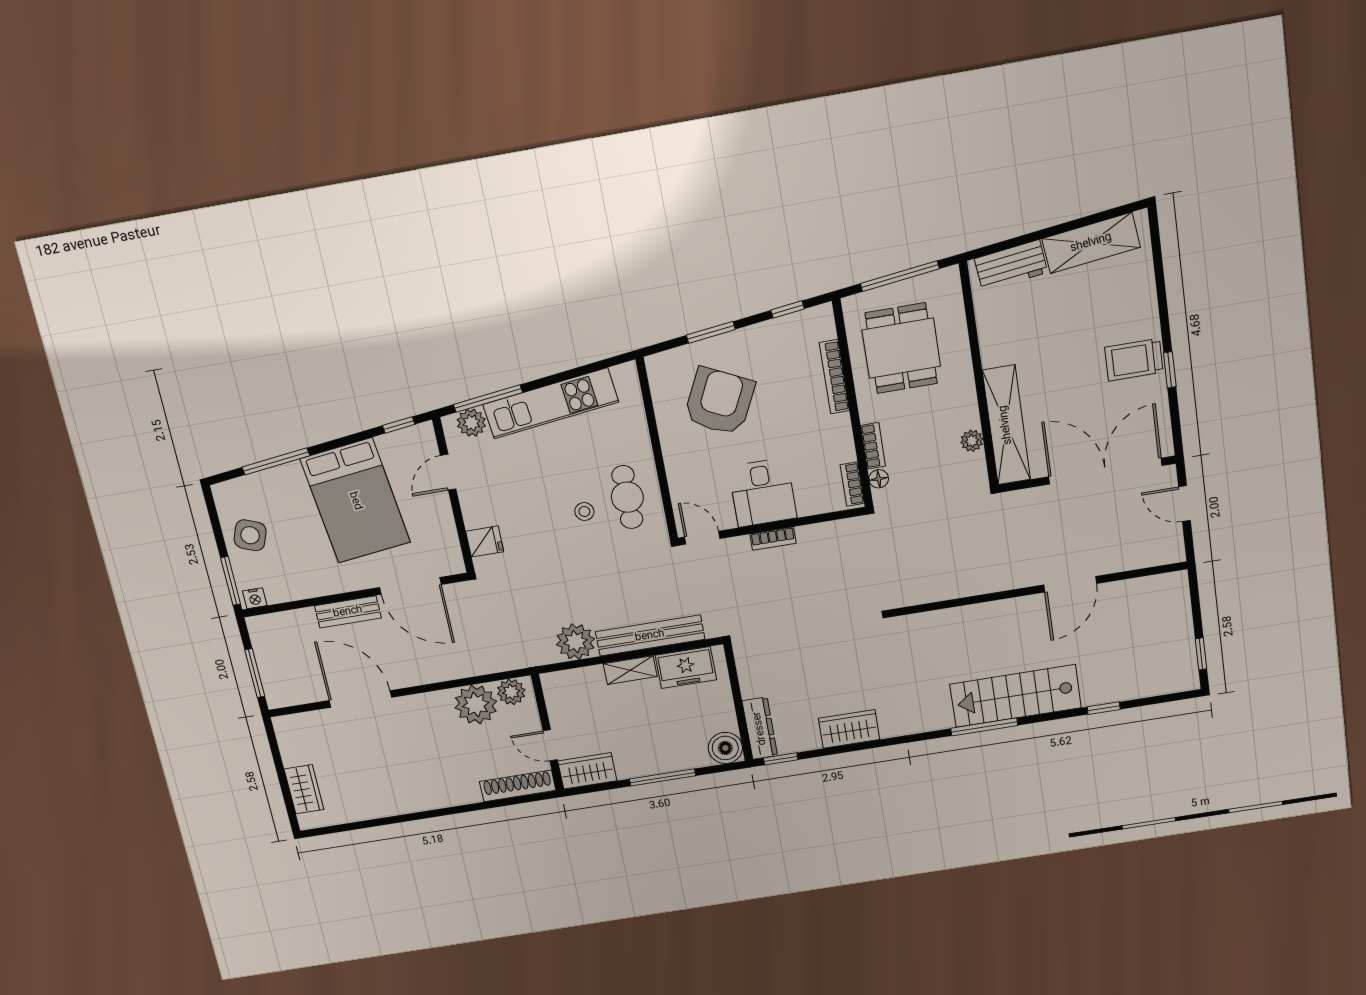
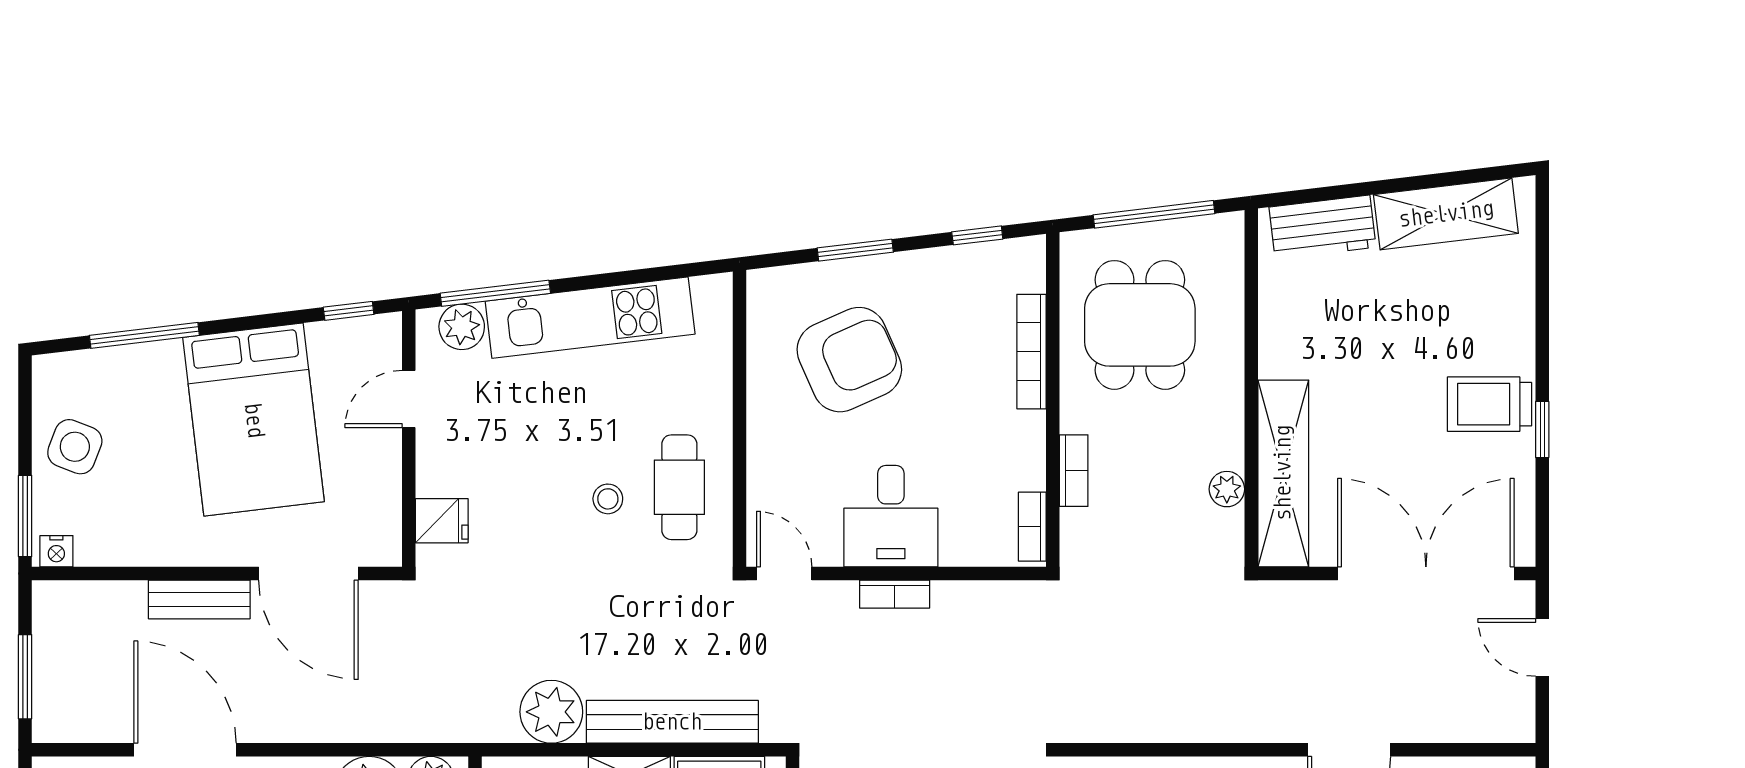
armchair: (719, 401) -> (849, 360), turned 40
floor lamp: (879, 479) -> (1074, 525), removed

